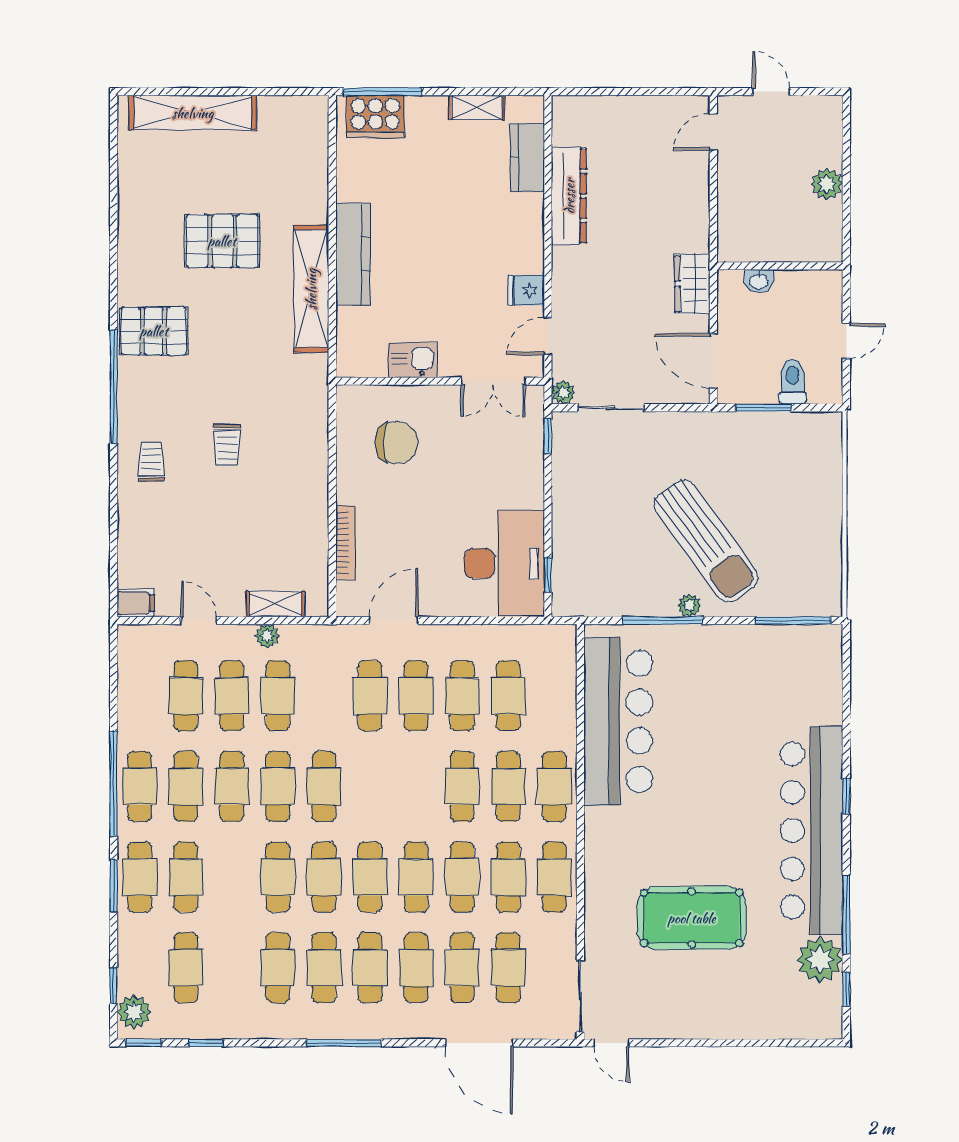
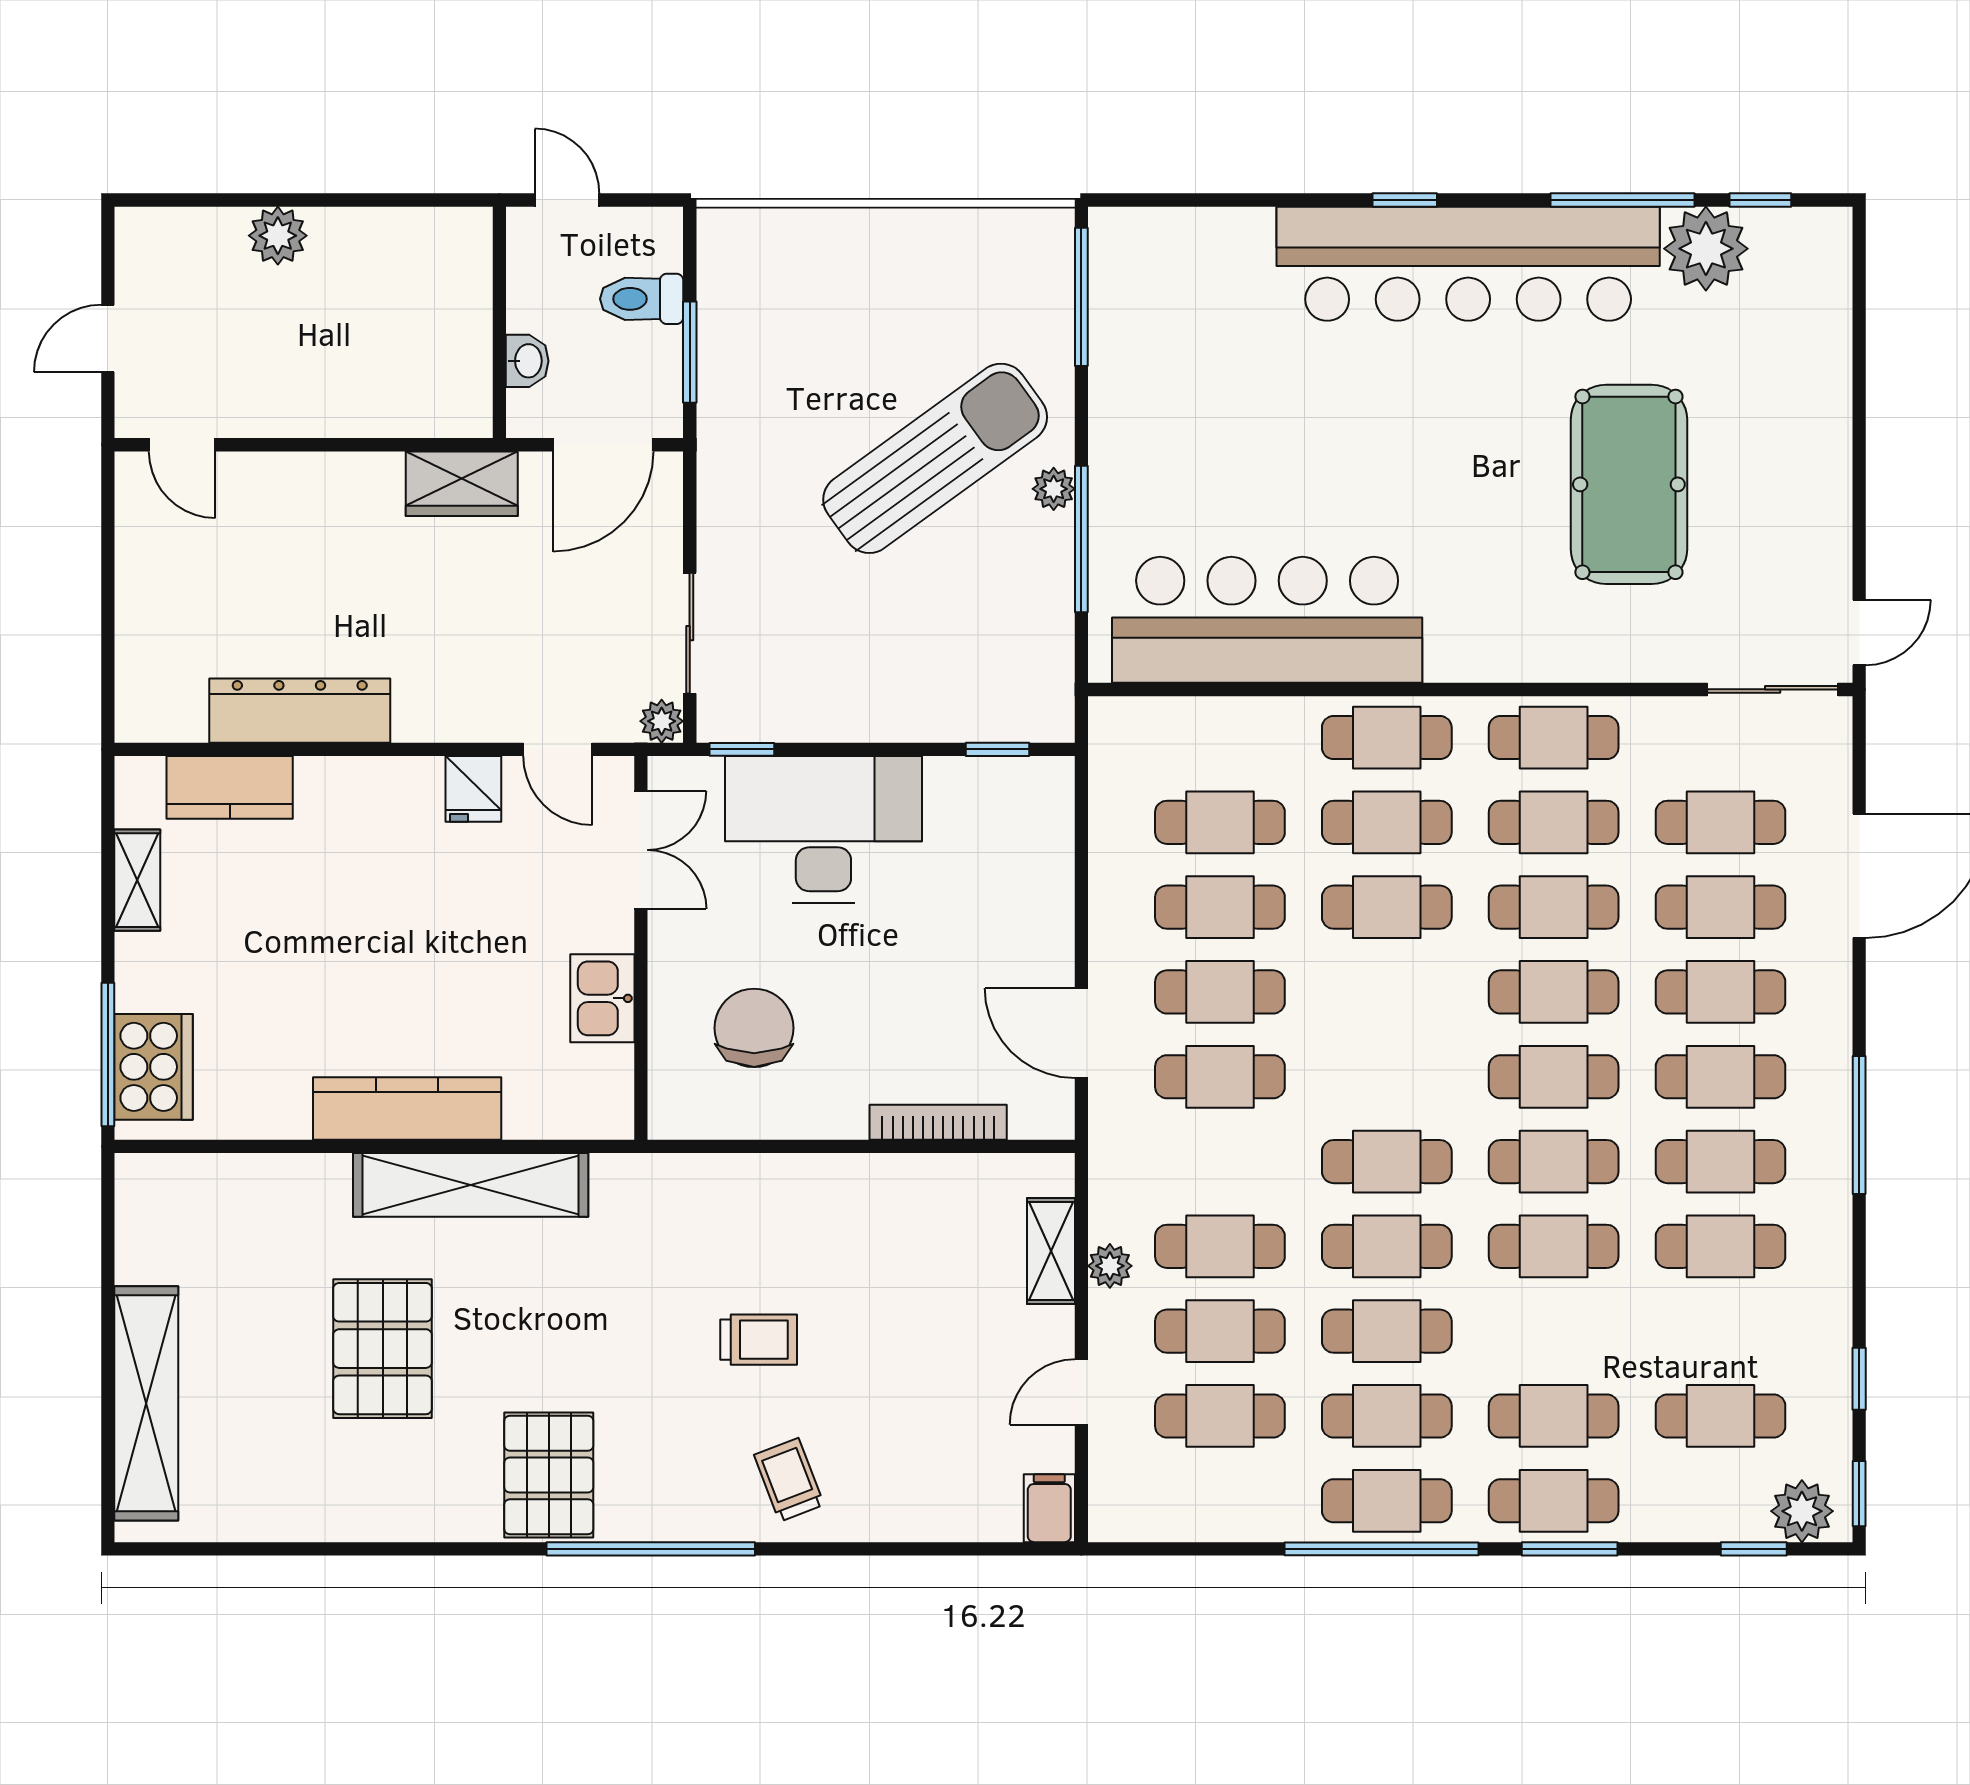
wall: (780, 266) -> (499, 322), moved
washbasin: (759, 281) -> (527, 361), moved
trolley: (151, 462) -> (789, 1480), turned 69
desk: (504, 563) -> (823, 829), moved

